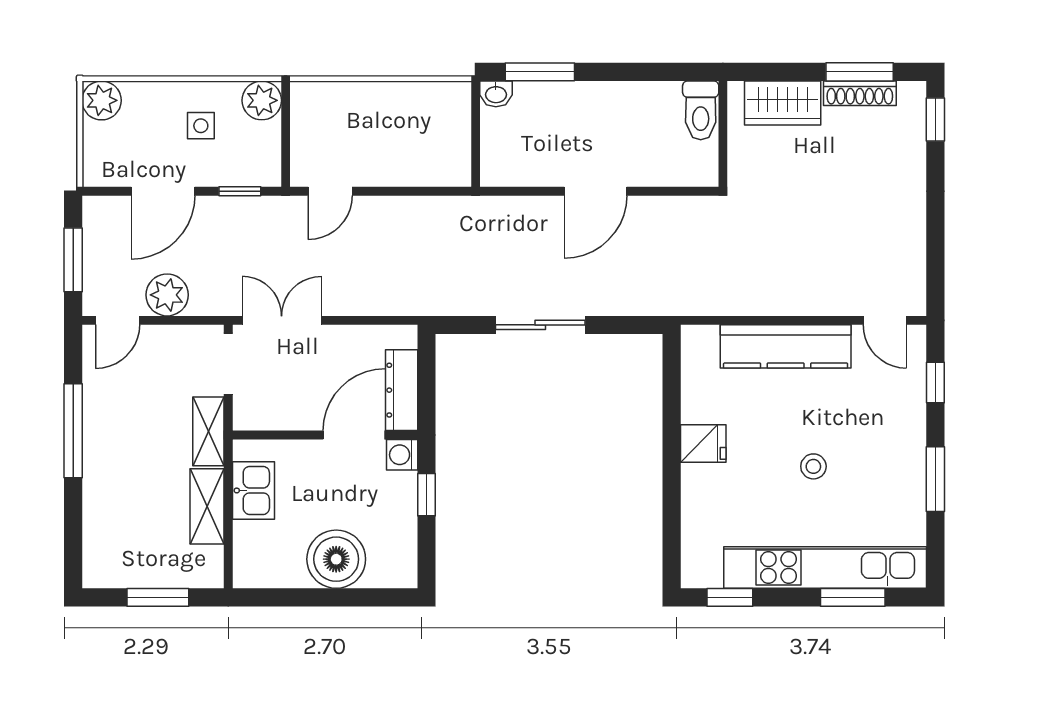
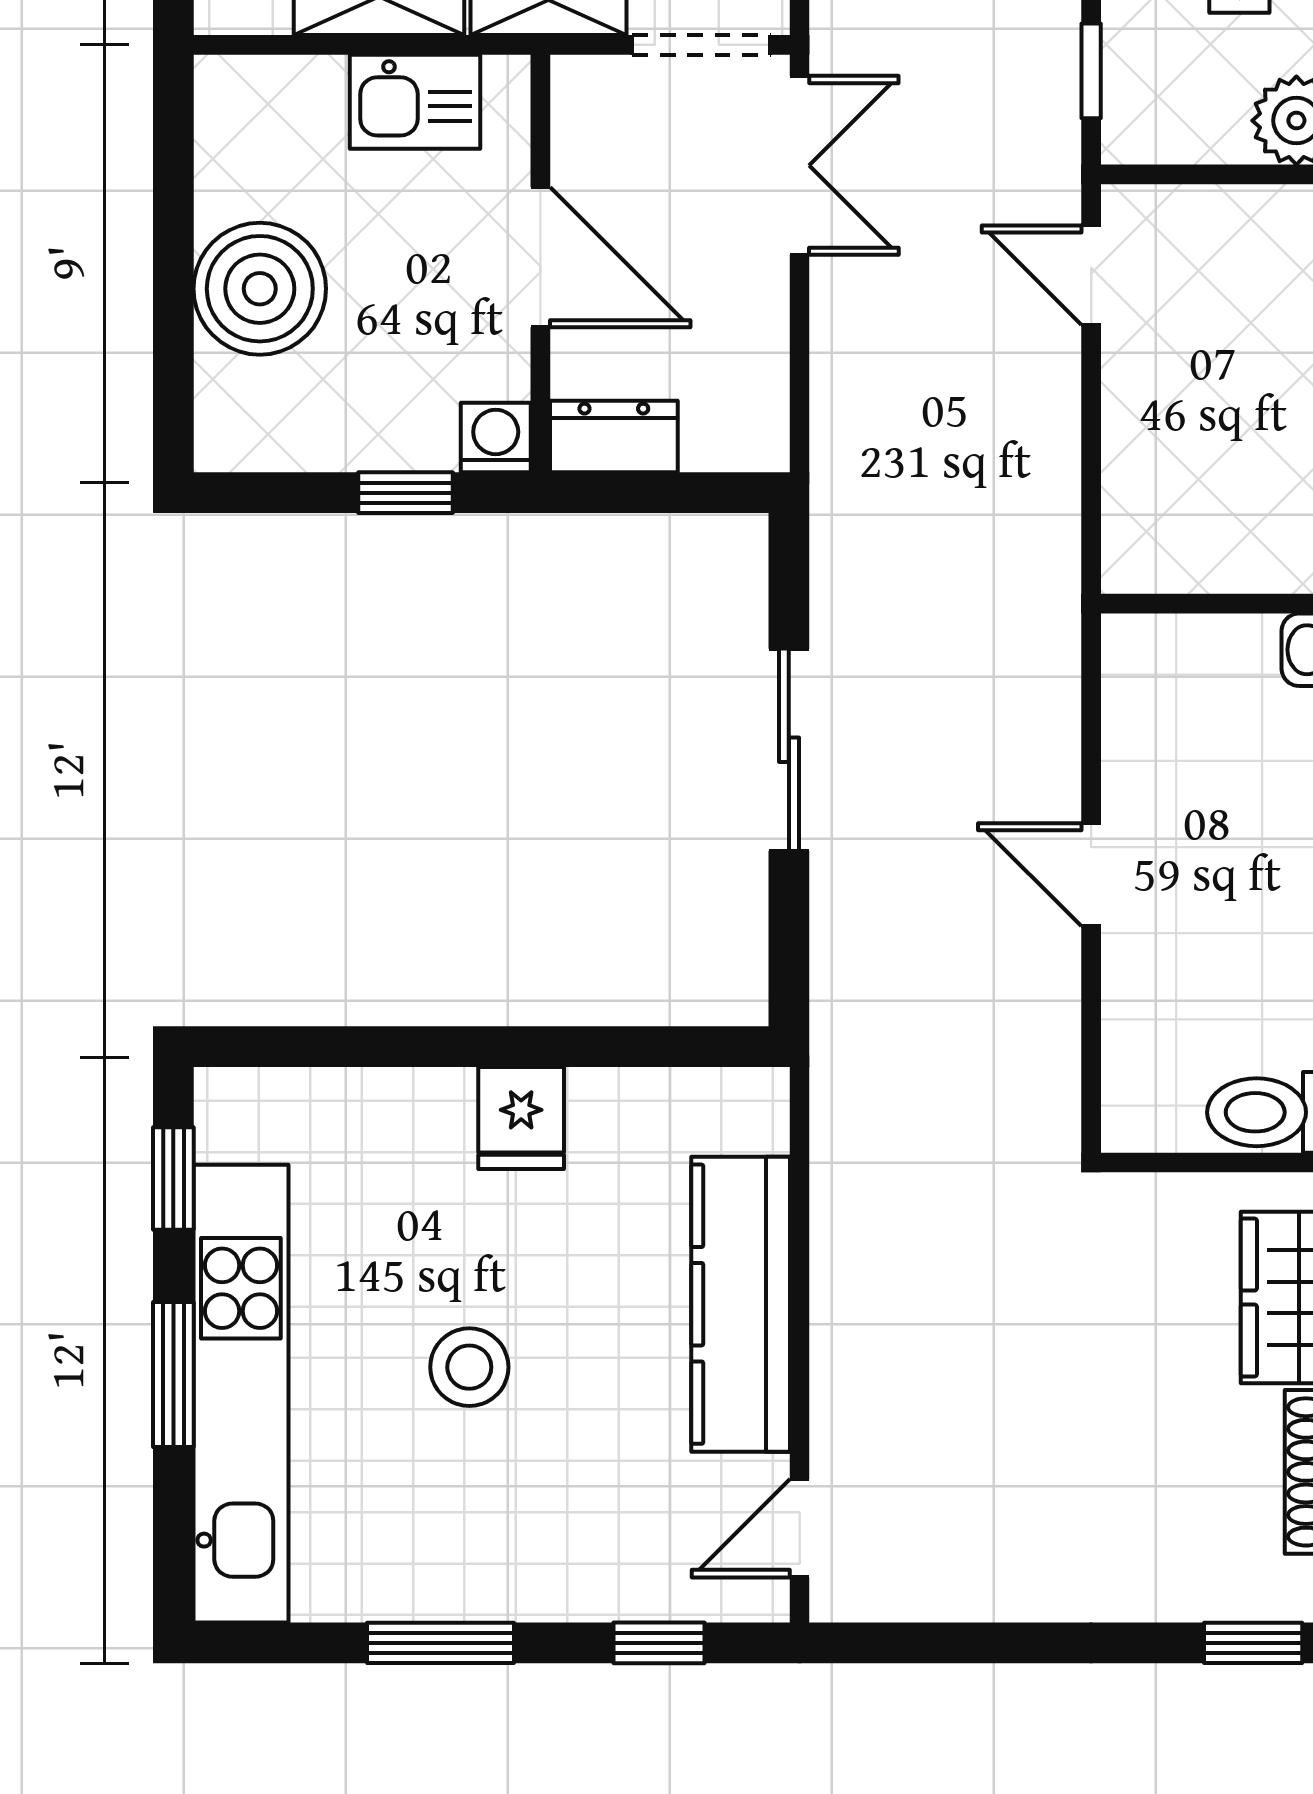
door: (595, 191) -> (1091, 875), width x0.73
dresser: (402, 390) -> (614, 437), width x0.70
door: (354, 435) -> (540, 257), moved
stool: (813, 466) -> (469, 1367), width x1.37, depth x1.37
window: (853, 597) -> (173, 1375), moved

